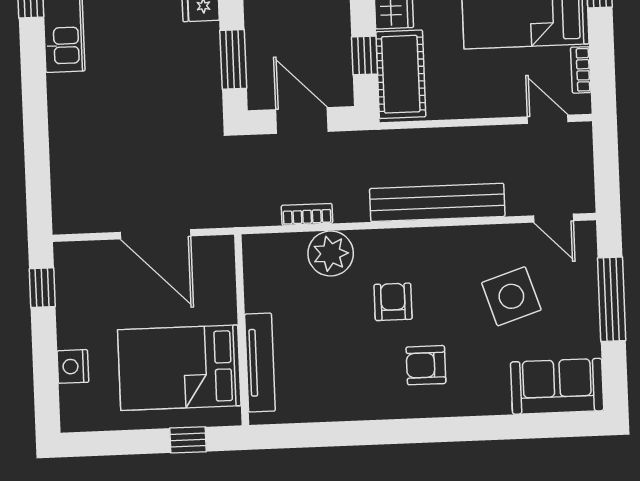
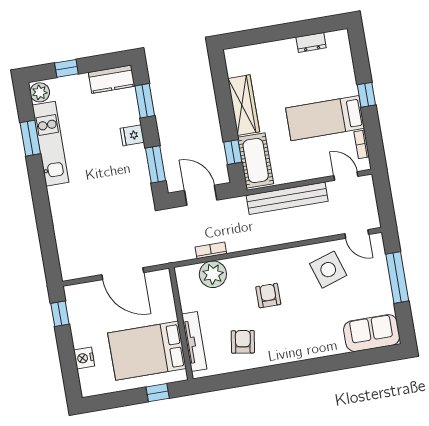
bench: (437, 202) -> (287, 198), moved
plant: (331, 253) -> (213, 274), moved
side table: (511, 296) -> (328, 270), moved
armchair: (426, 365) -> (243, 342), moved, turned 99

